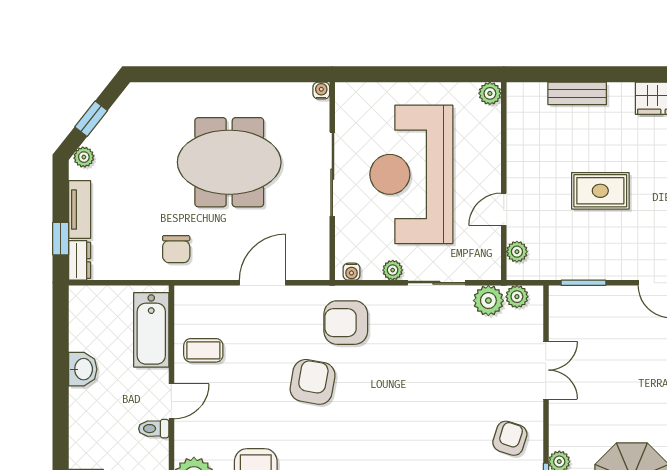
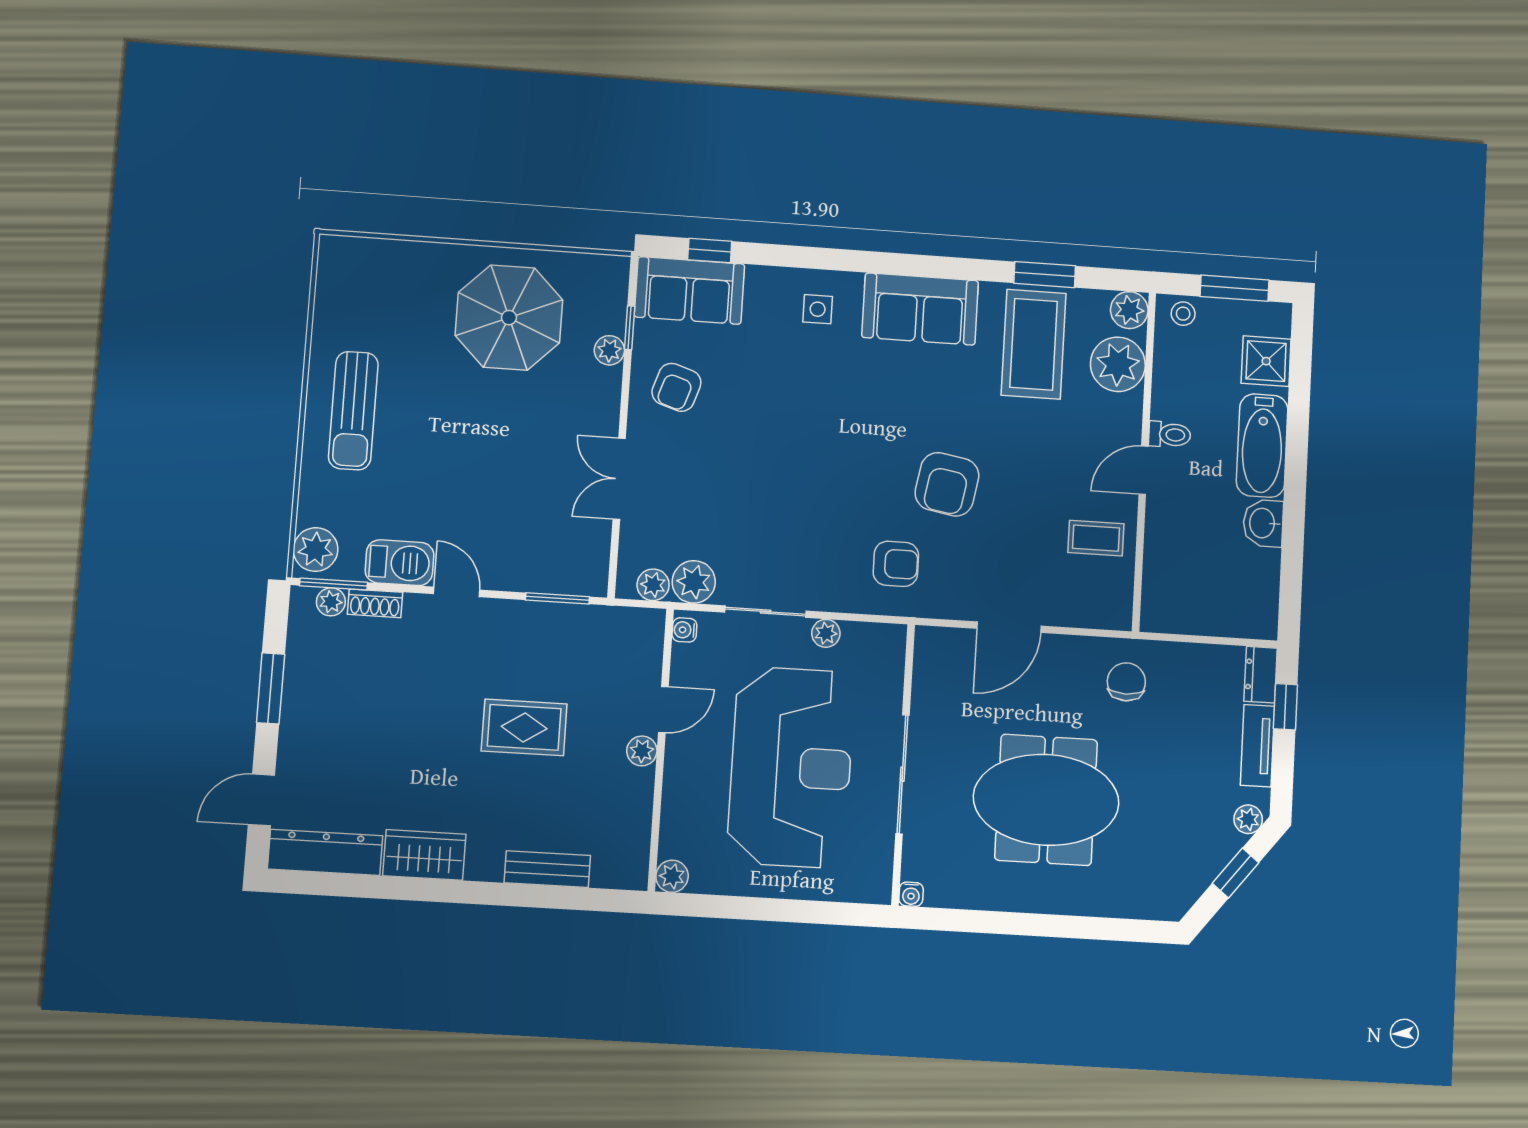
plant: (517, 252) -> (642, 751), moved
water cooler: (351, 272) -> (684, 630), moved, turned -90
armchair: (346, 323) -> (896, 564), width x0.72, depth x0.72
bathtub: (151, 330) -> (1262, 446), moved, turned 180

